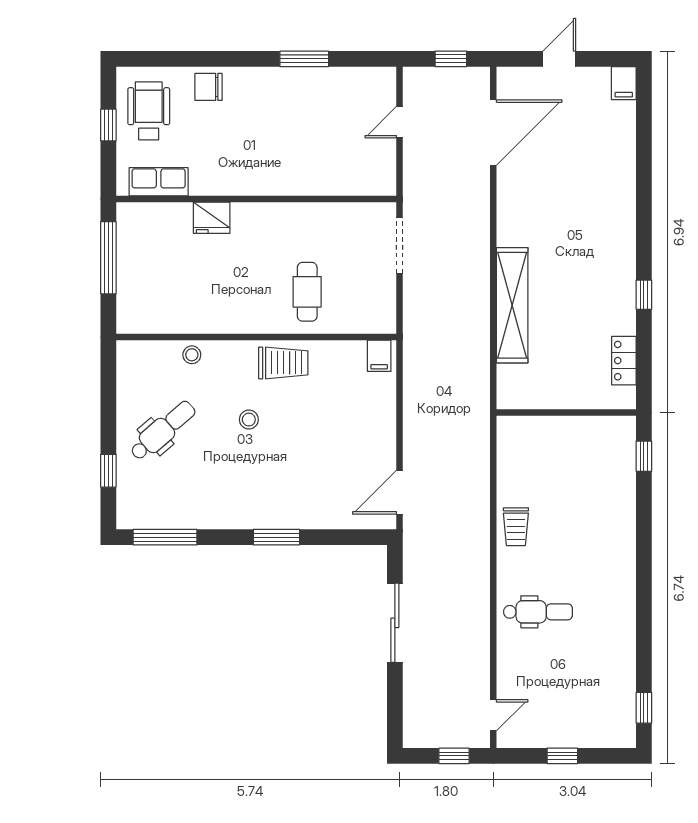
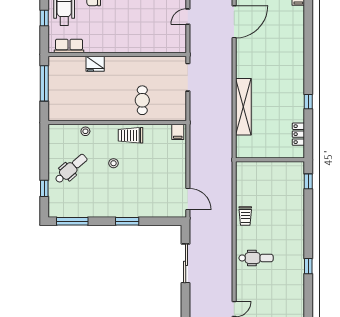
trolley: (283, 363) -> (130, 135), turned 180
door: (400, 492) -> (188, 199), swing flipped
window: (644, 708) -> (308, 266), moved

